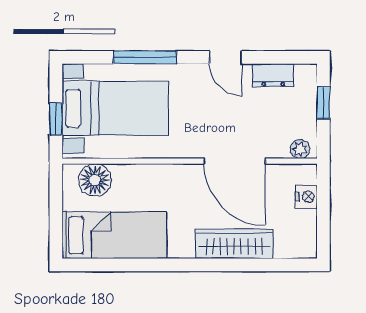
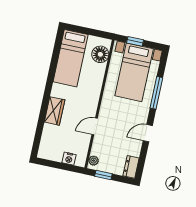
dresser: (273, 75) -> (131, 167), moved
window: (323, 103) -> (103, 175), moved
door: (235, 161) -> (95, 126), width x0.53
wardrobe: (234, 244) -> (55, 111), width x0.67

